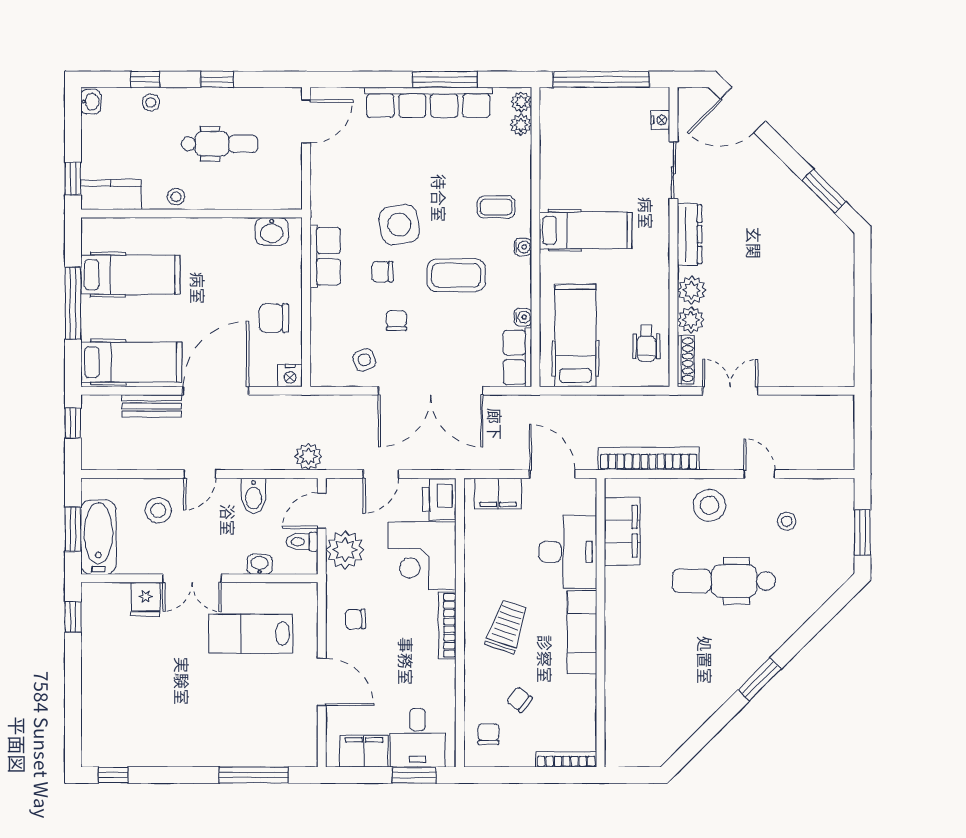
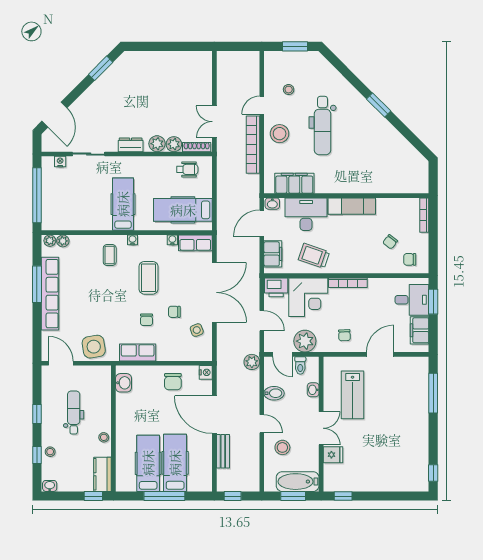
side table: (399, 225) -> (94, 347), moved
dresser: (690, 234) -> (131, 145), width x0.70
hospital bed: (131, 362) -> (175, 463), moved
bookcase: (649, 459) -> (253, 145), moved
washbasin: (587, 493) -> (272, 204), added
trolley: (507, 627) -> (314, 256), moved

